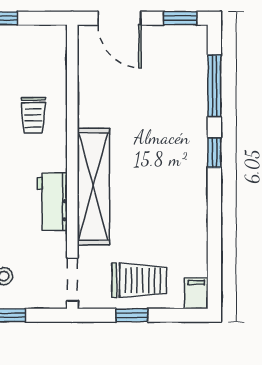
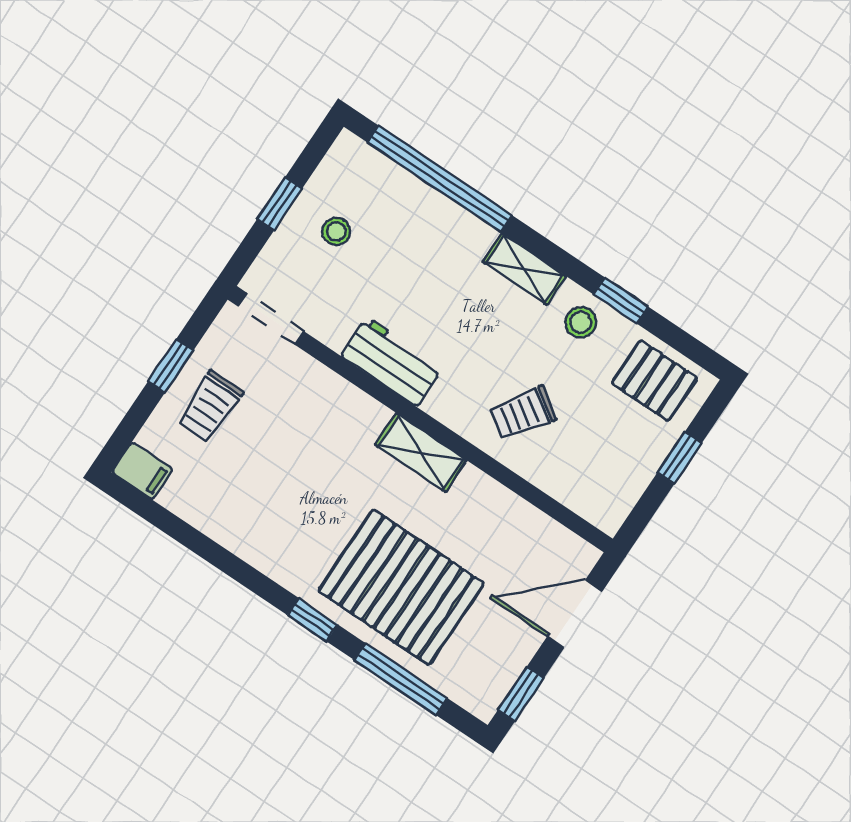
trolley: (33, 115) -> (523, 413), turned -56
pallet: (166, 118) -> (401, 587), added
shelving: (93, 187) -> (421, 452), width x0.45, depth x0.75
trolley: (139, 280) -> (210, 407), width x0.73, depth x0.72

